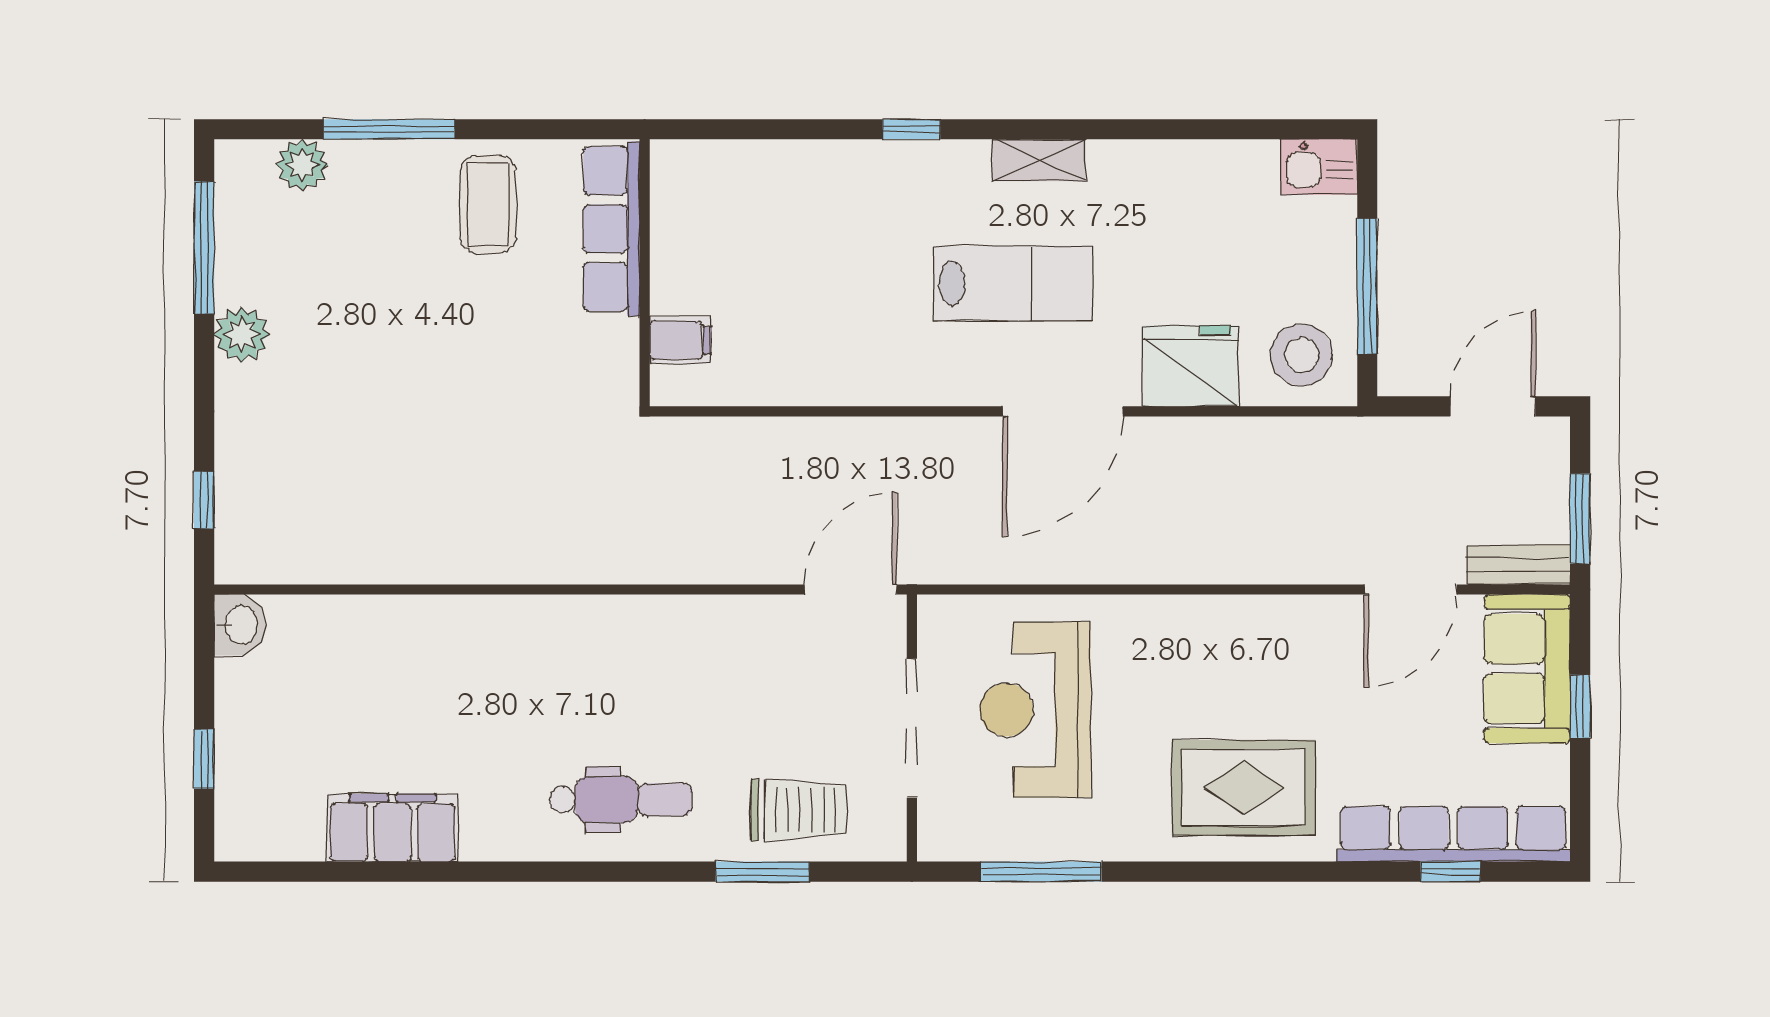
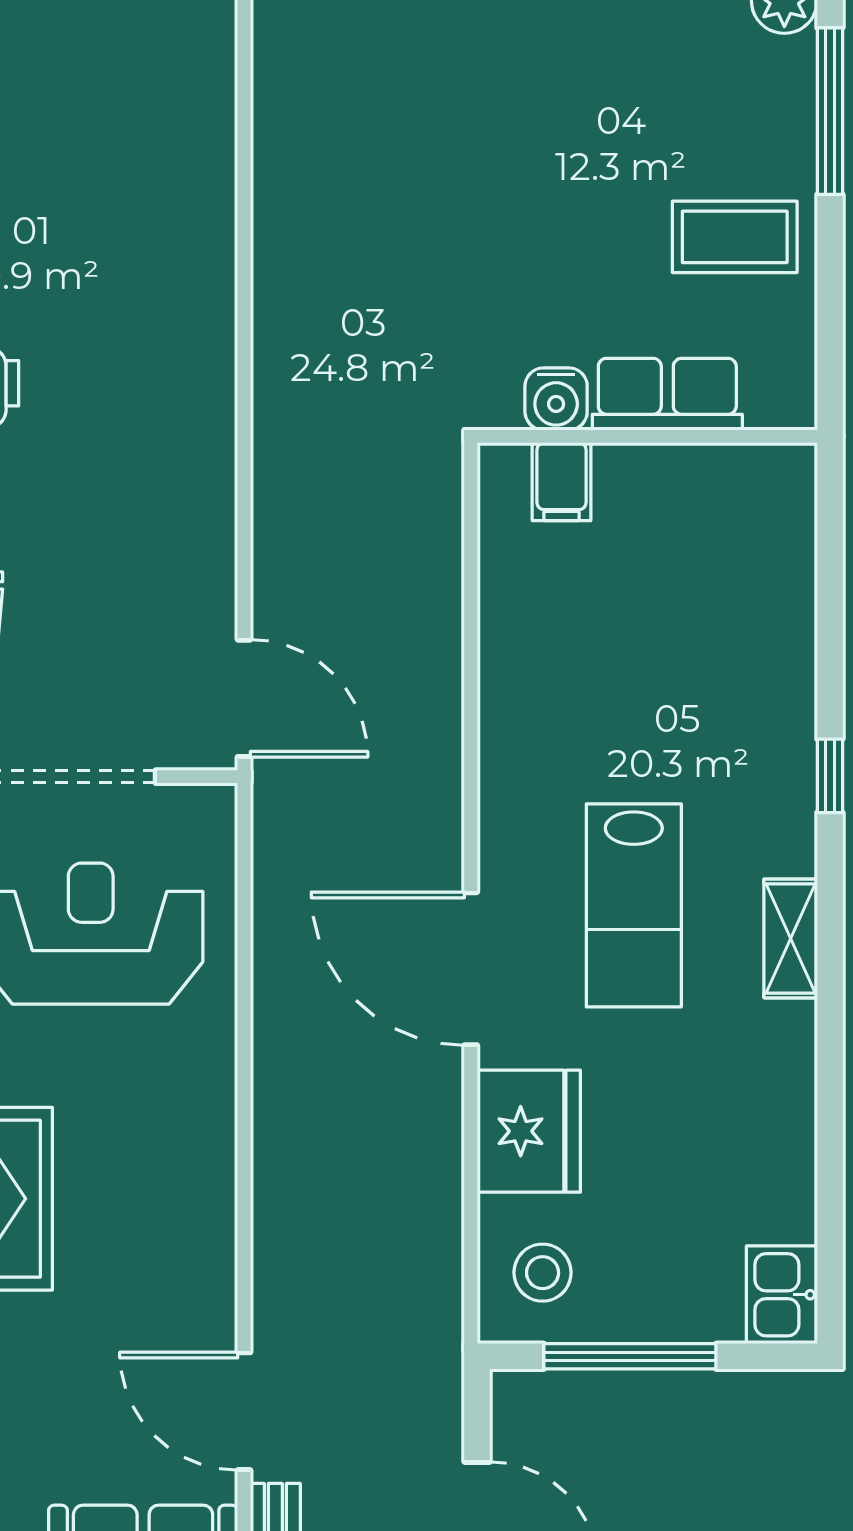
row of seats: (612, 229) -> (667, 394), width x0.68
water cooler: (615, 344) -> (556, 399), added
stool: (1302, 355) -> (543, 1273), width x0.73, depth x0.73

